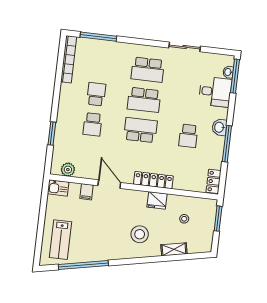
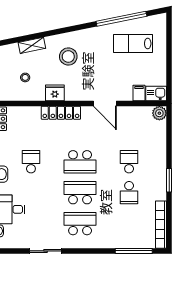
window: (52, 133) -> (169, 180), moved
plant: (68, 170) -> (159, 113), moved
filing cabinet: (87, 192) -> (139, 93), moved
lab bench: (61, 240) -> (133, 43), moved, turned -90

